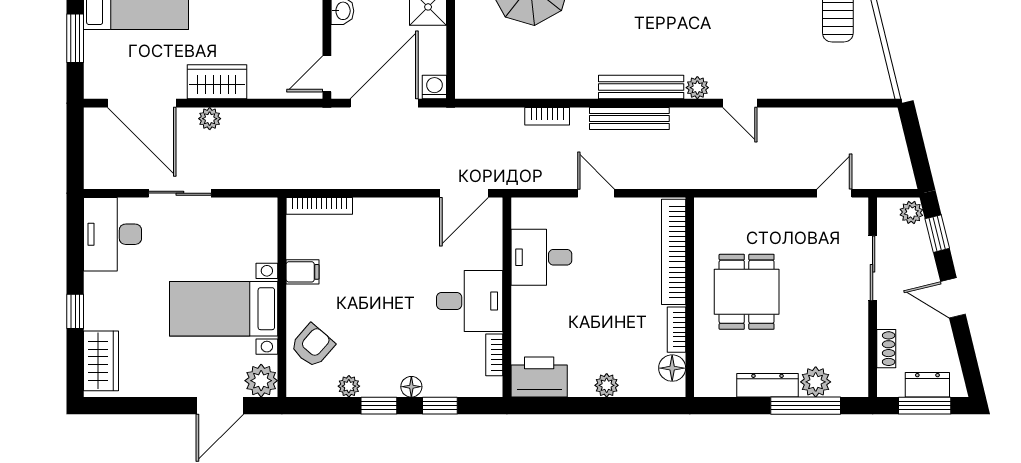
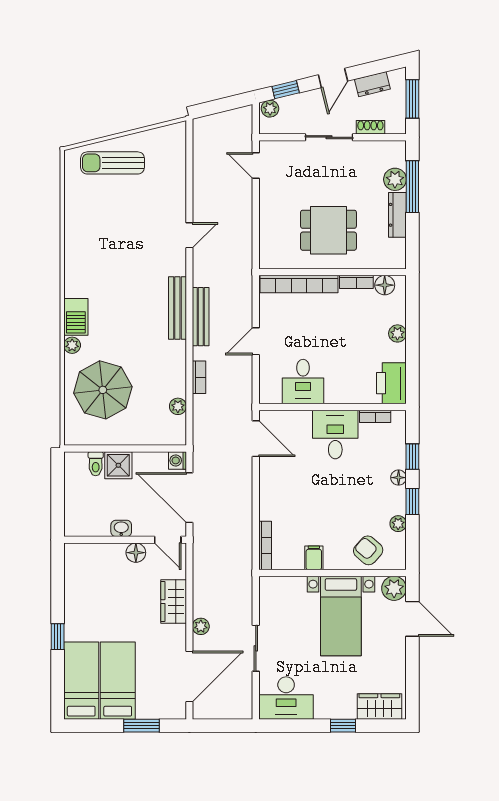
floor lamp: (309, 31) -> (136, 553), added
wardrobe: (217, 82) -> (174, 602), moved
plant: (697, 88) -> (178, 406), moved
sliding door: (873, 268) -> (329, 137), moved
dresser: (927, 385) -> (372, 84), moved, turned -104

